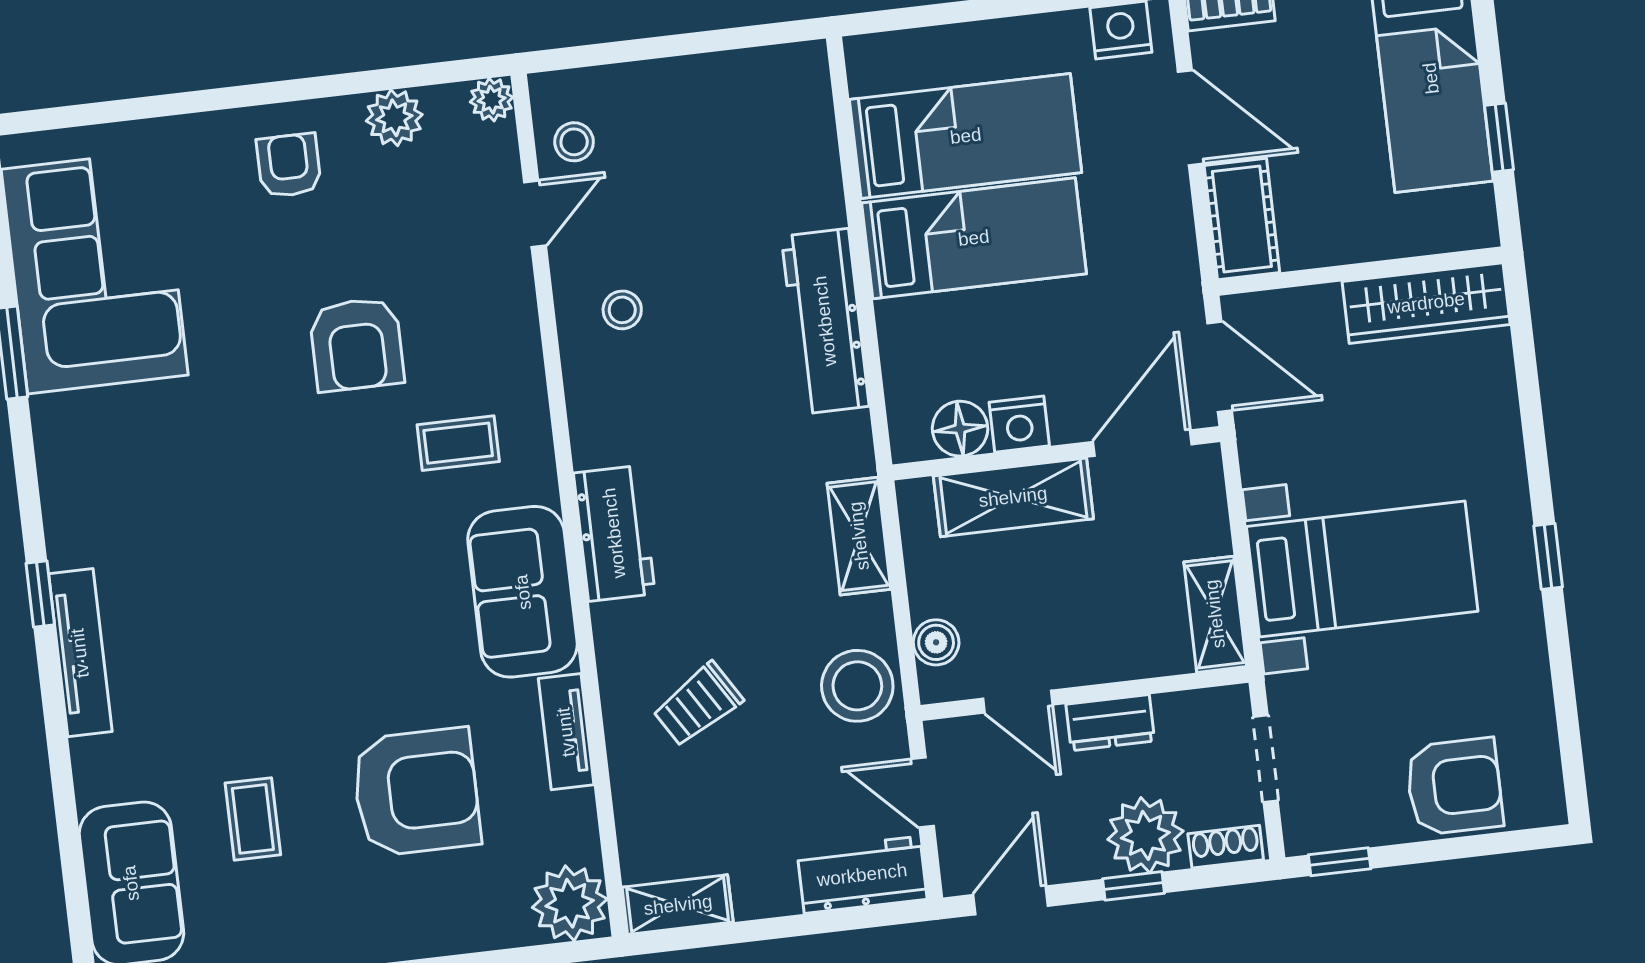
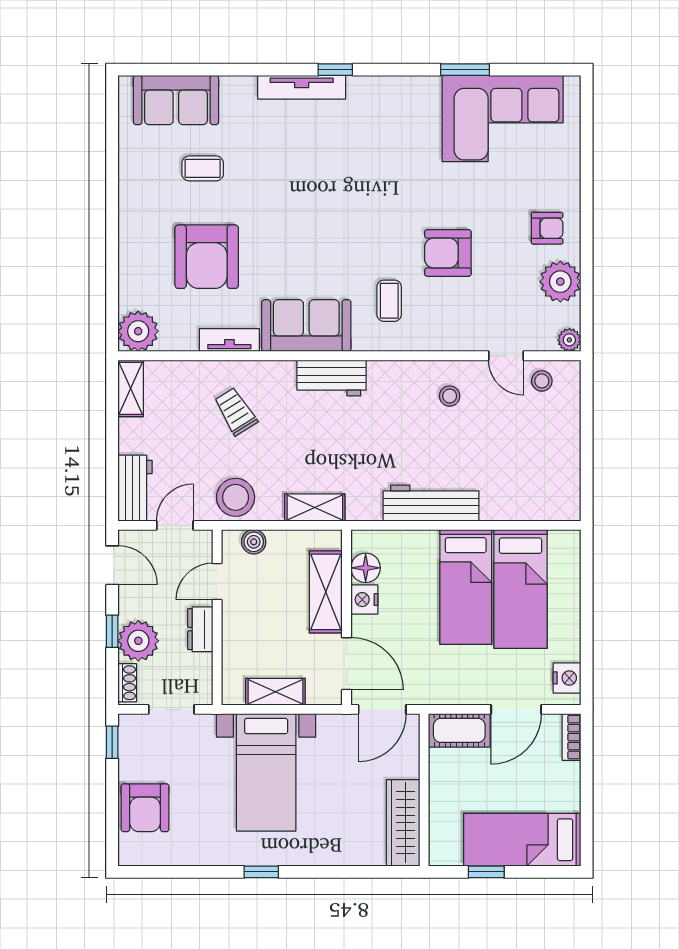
plant: (394, 118) -> (560, 282), width x1.36, depth x1.36
shelving: (1215, 614) -> (275, 692), moved

